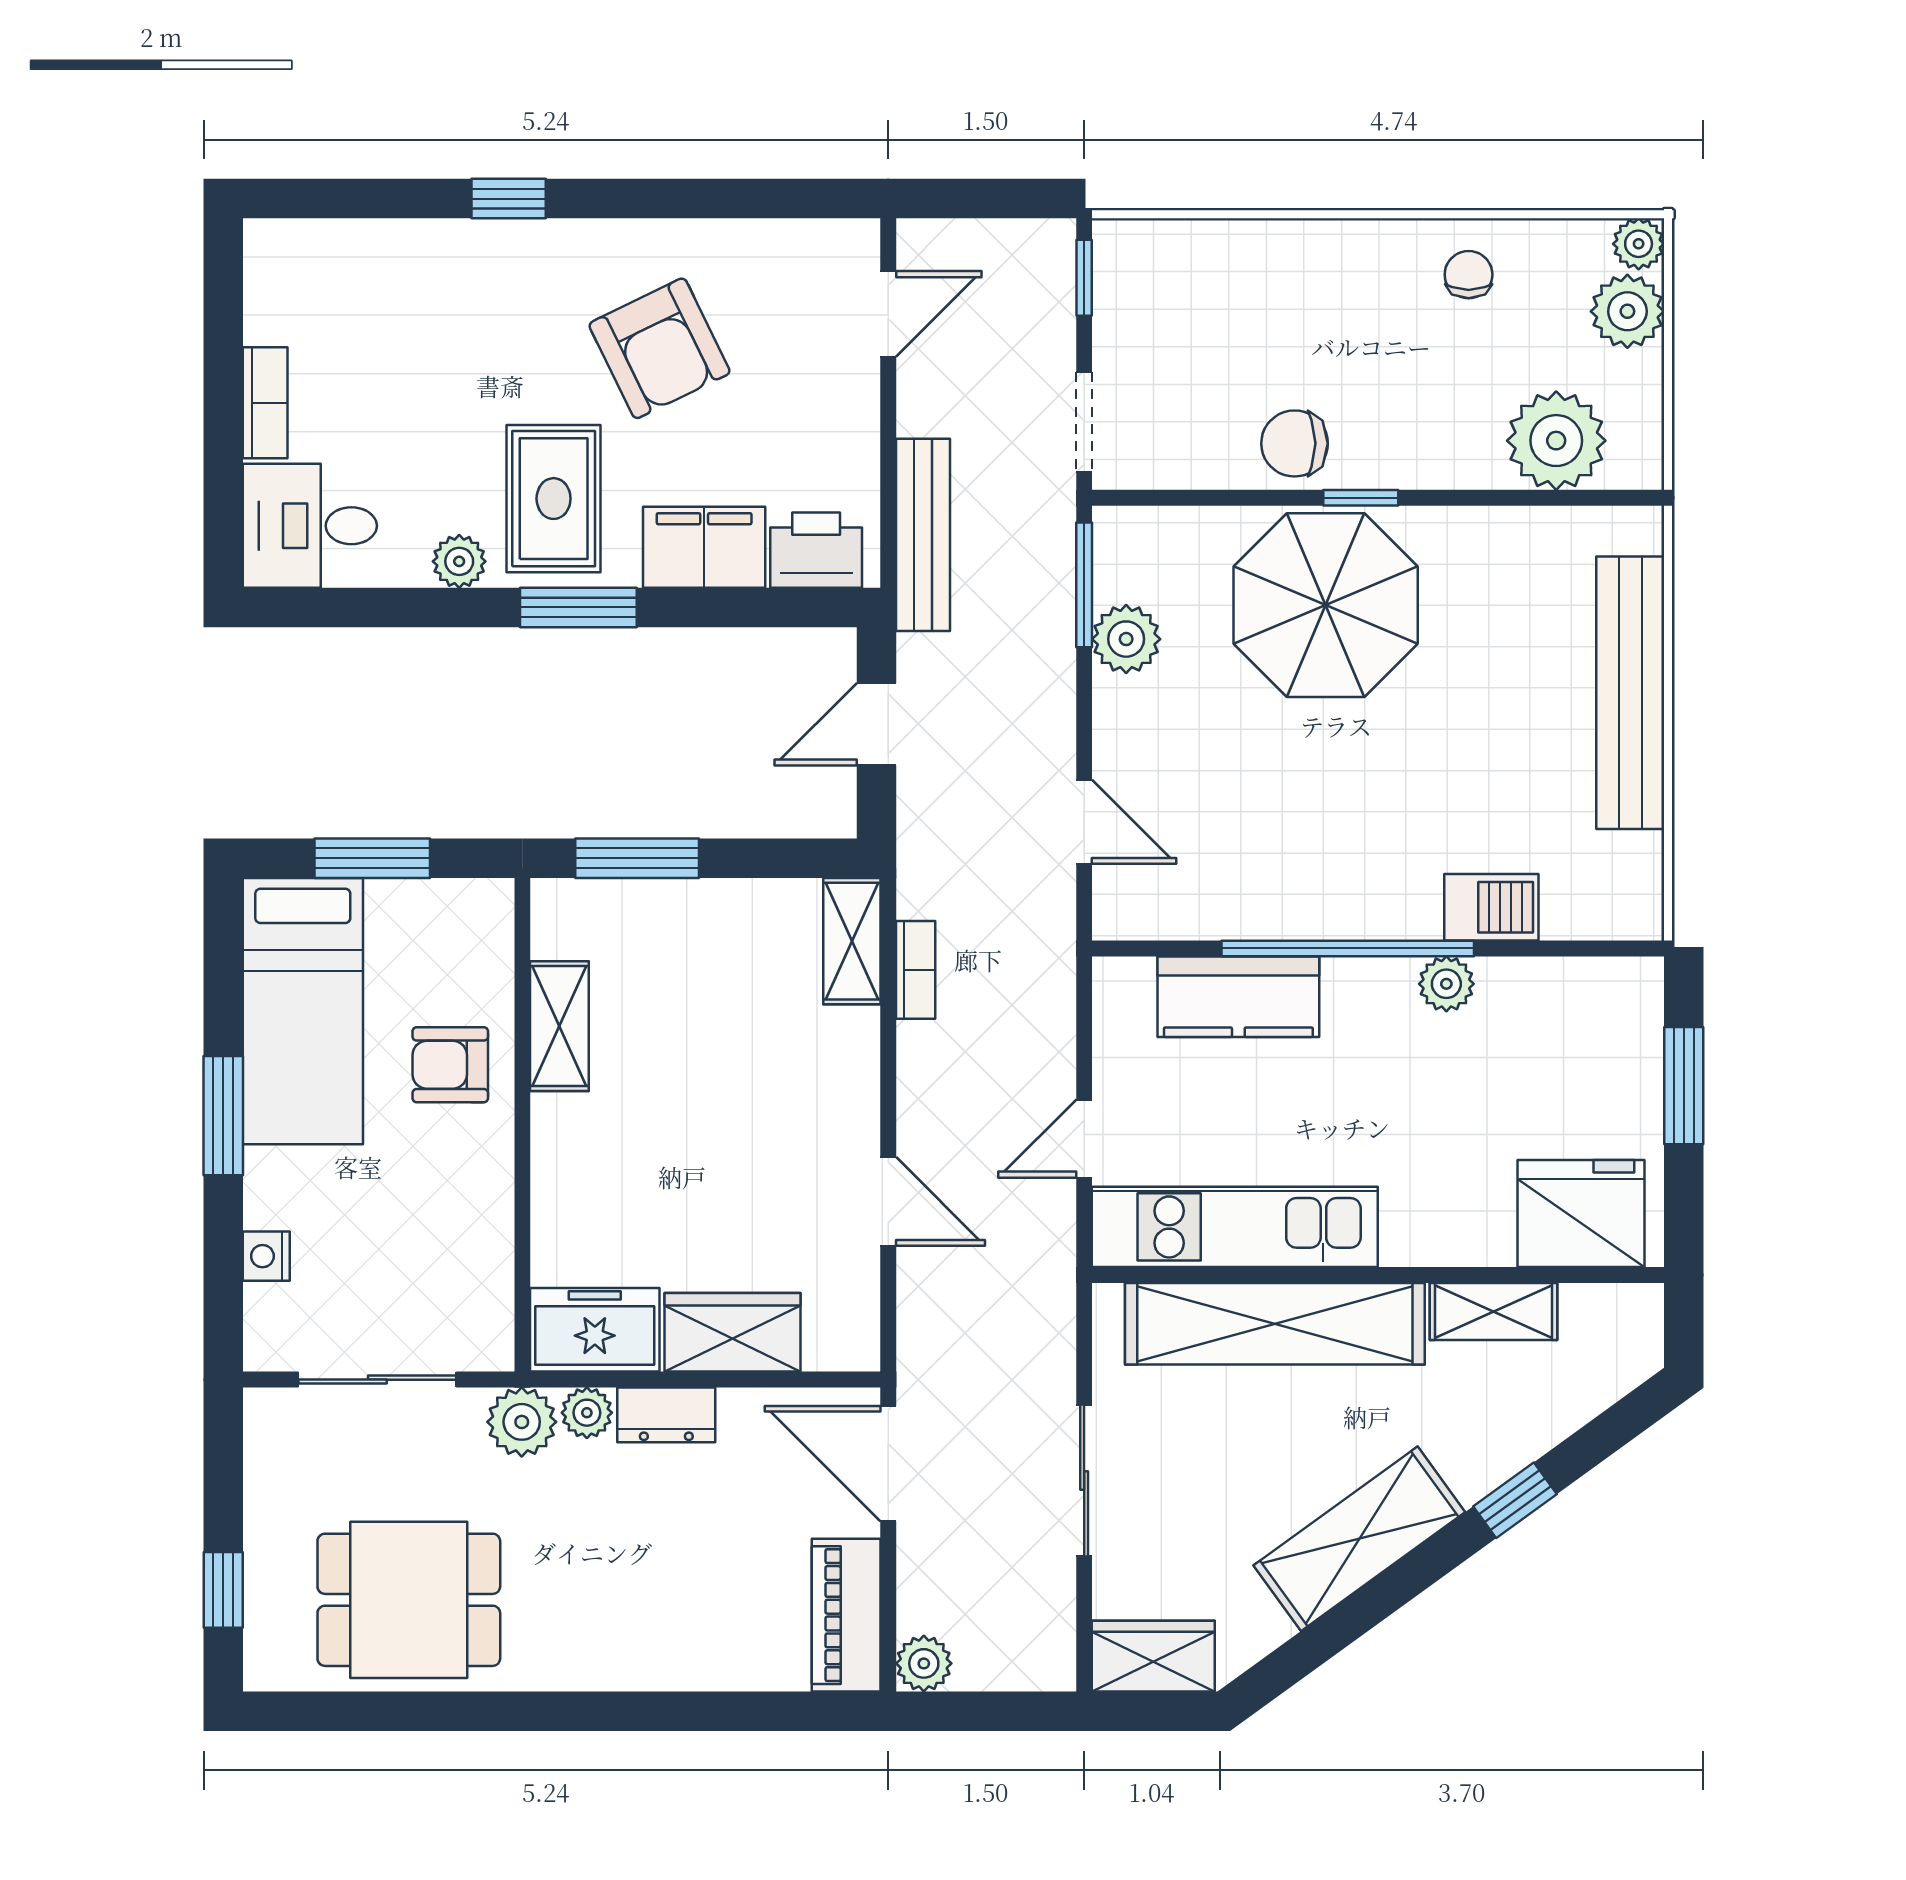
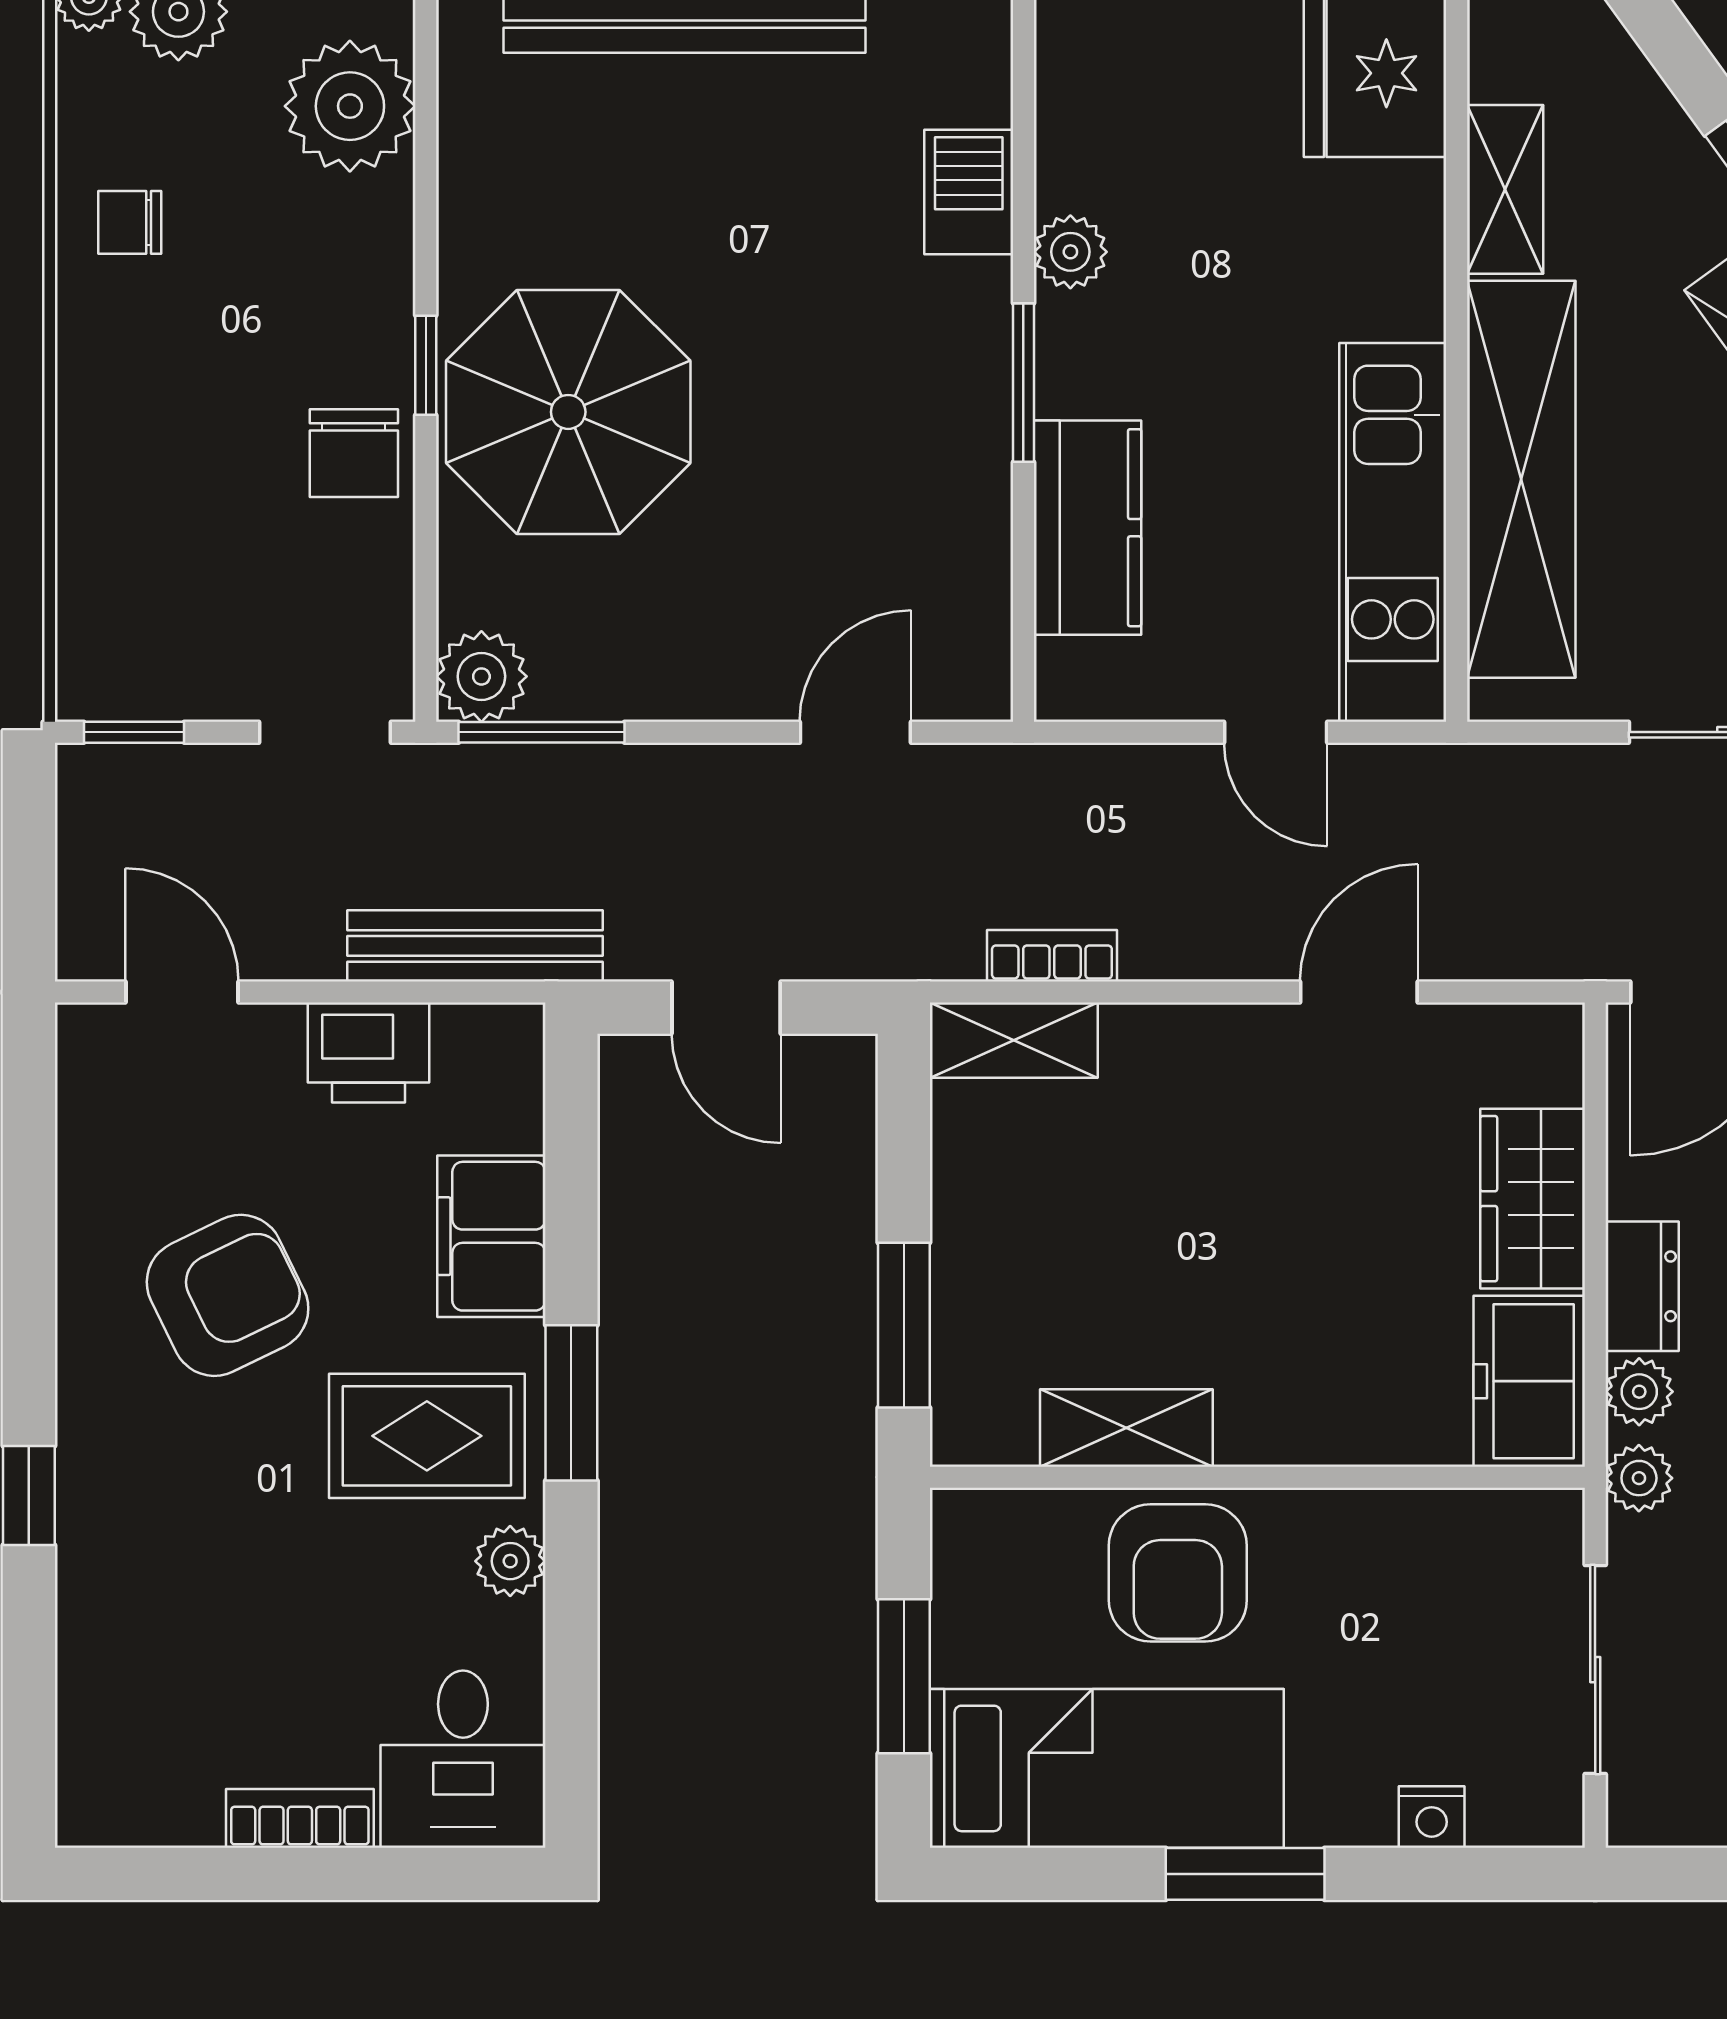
printer: (816, 550) -> (369, 1053), moved, turned -90
plant: (1126, 639) -> (481, 676), moved
window: (1348, 948) -> (1023, 383), width x0.47
armchair: (450, 1065) -> (1178, 1573), width x1.38, depth x1.38
plant: (522, 1422) -> (1639, 1478), width x0.73, depth x0.73

